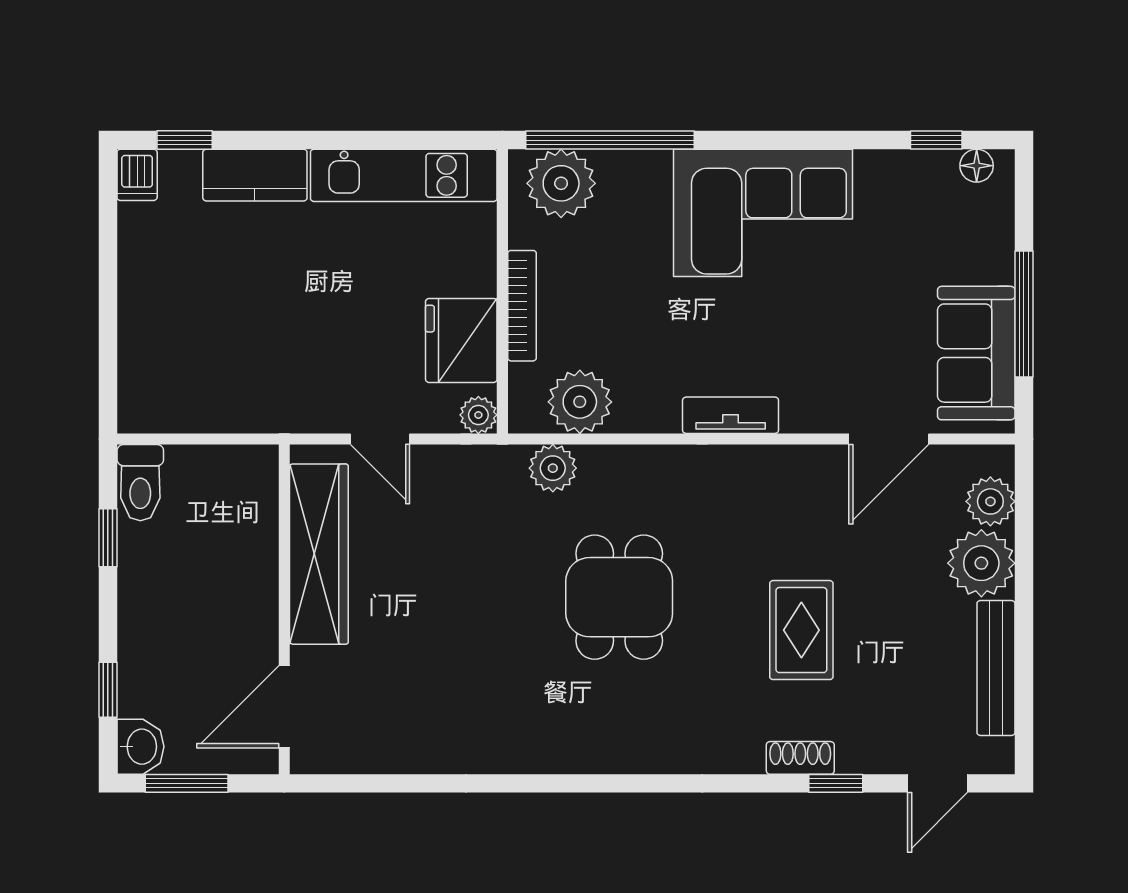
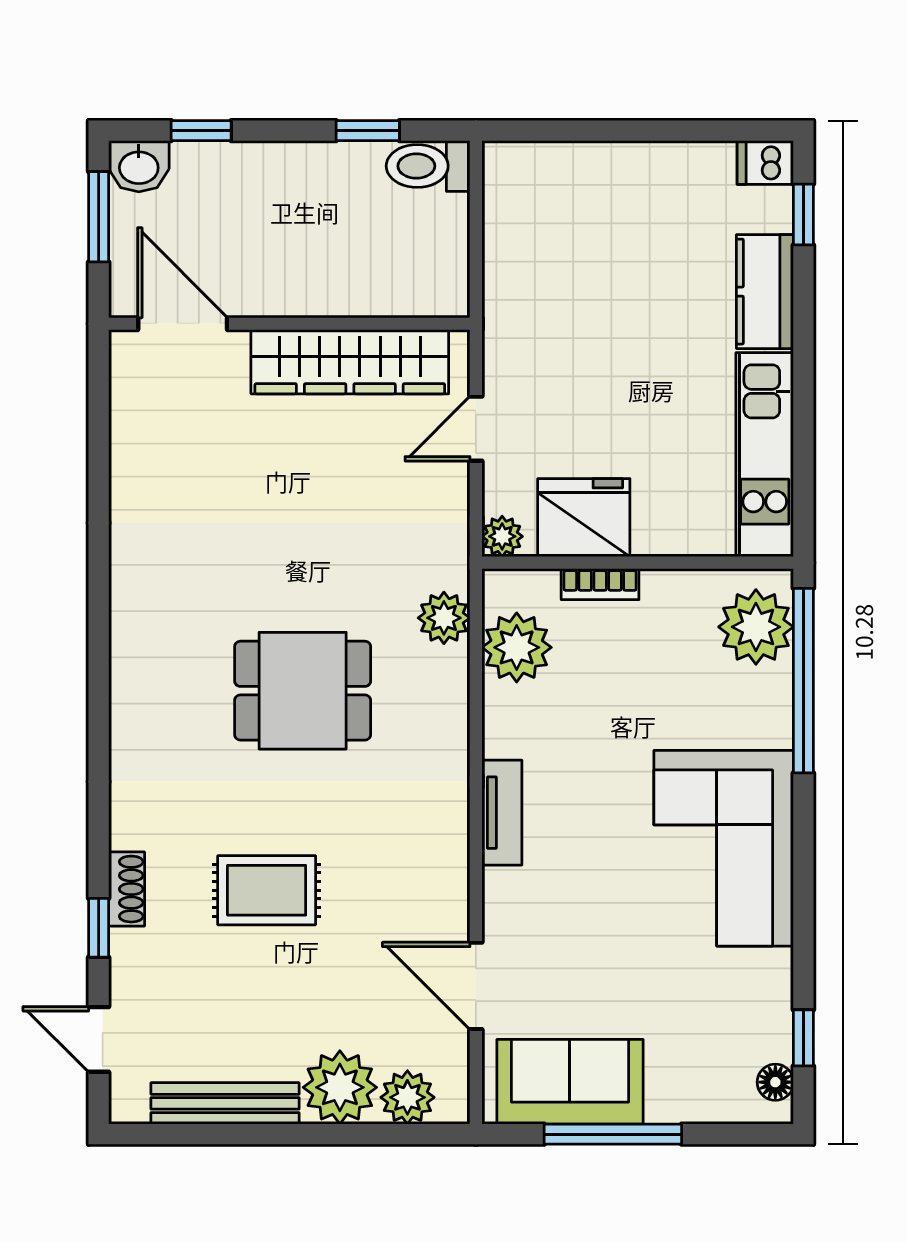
bookcase: (522, 306) -> (600, 584), width x0.64

